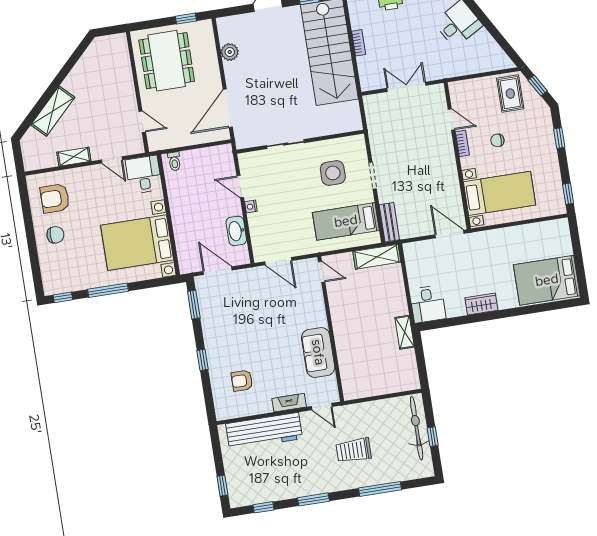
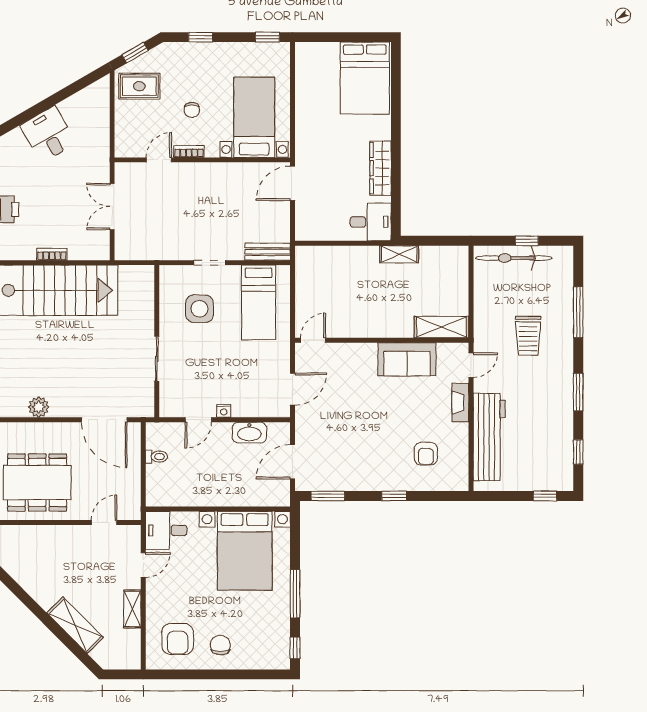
toilet: (174, 161) -> (156, 457), moved
shelving: (377, 257) -> (441, 327), moved, turned 90
wardrobe: (481, 304) -> (380, 168), width x1.50

